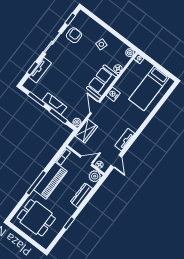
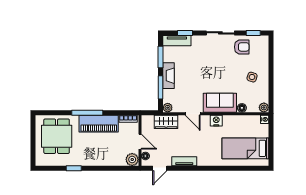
tv unit: (40, 70) -> (177, 41), moved
door: (95, 107) -> (193, 114), swing flipped
dresser: (81, 195) -> (107, 161), removed

